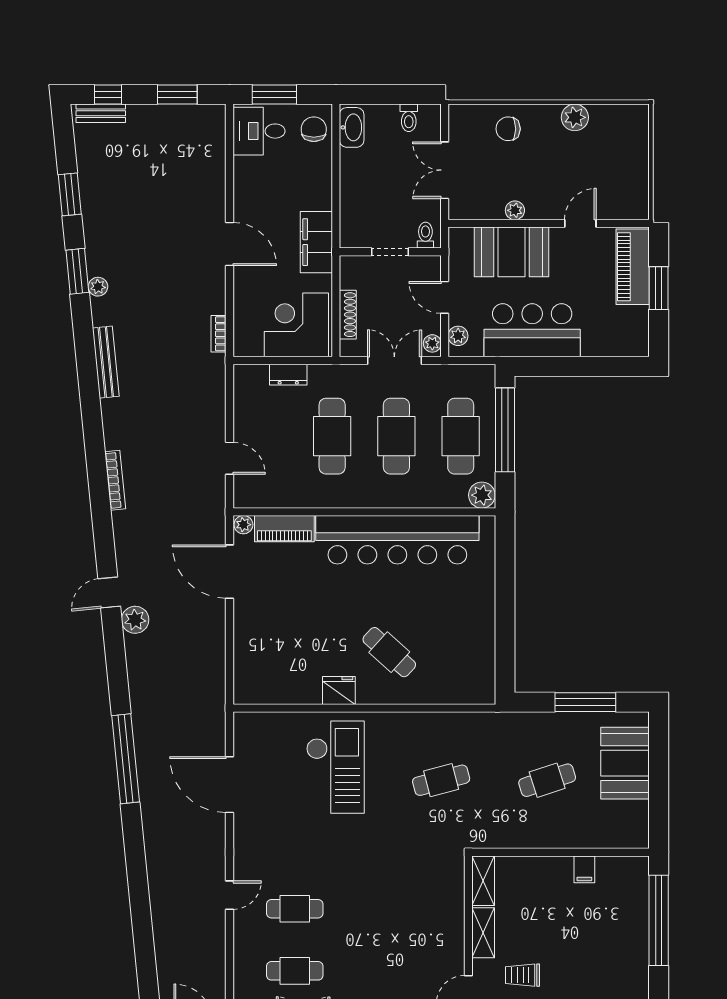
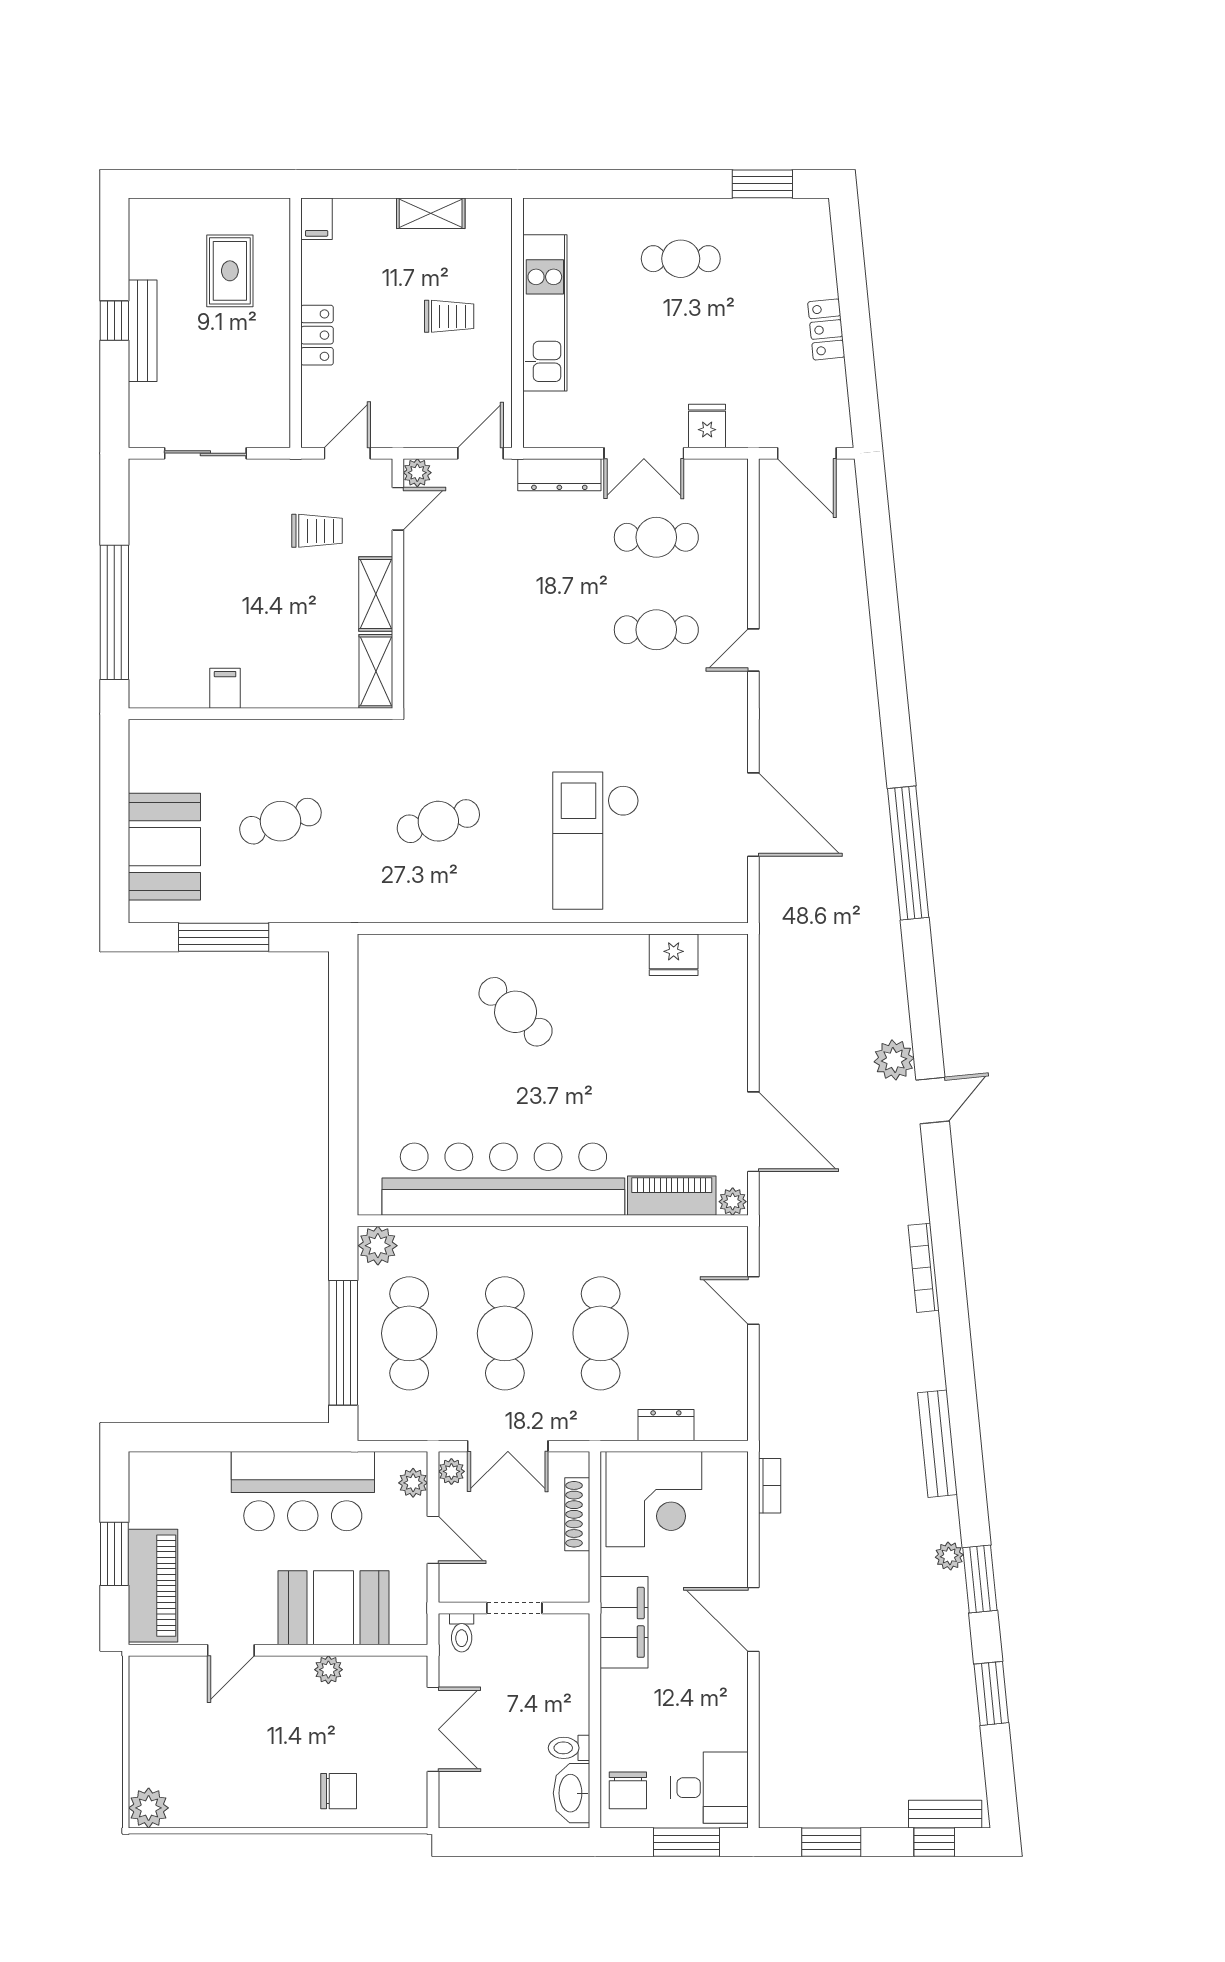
plant: (575, 117) -> (149, 1808), moved
toilet: (409, 118) -> (569, 1748), moved, turned -90
fridge: (339, 690) -> (674, 955), moved

